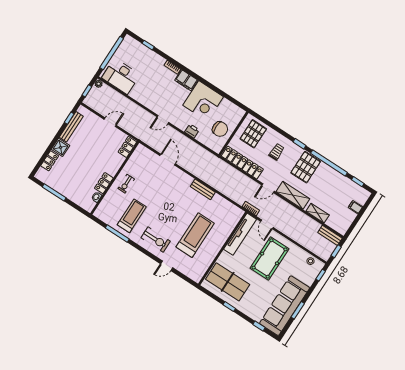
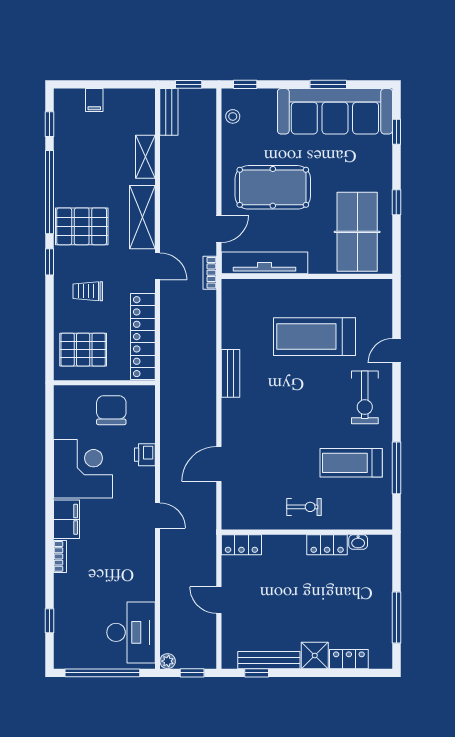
exercise bike: (156, 239) -> (365, 397), turned 180
door: (167, 266) -> (396, 351), swing flipped

